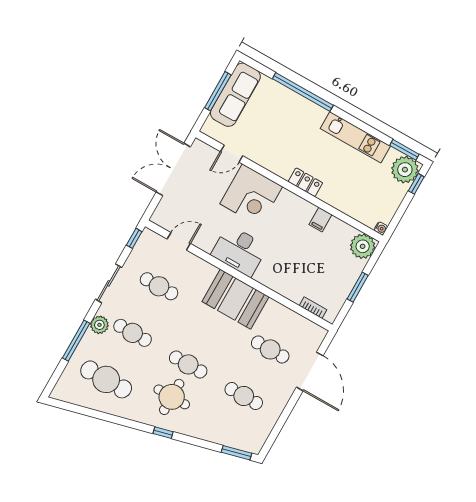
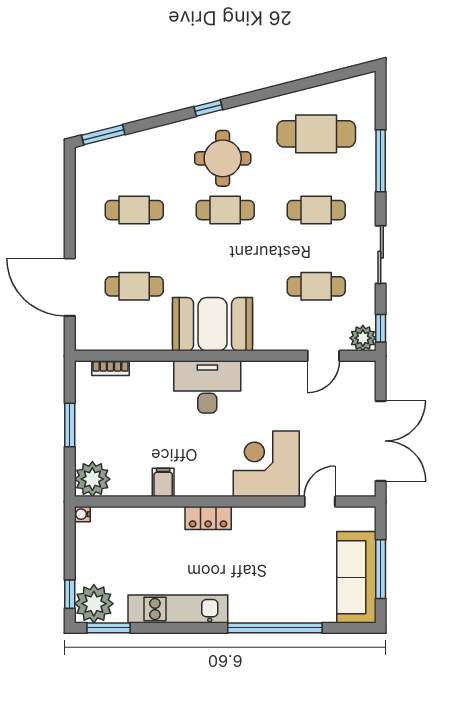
desk: (239, 251) -> (207, 387), moved
plant: (99, 325) -> (363, 338), moved

